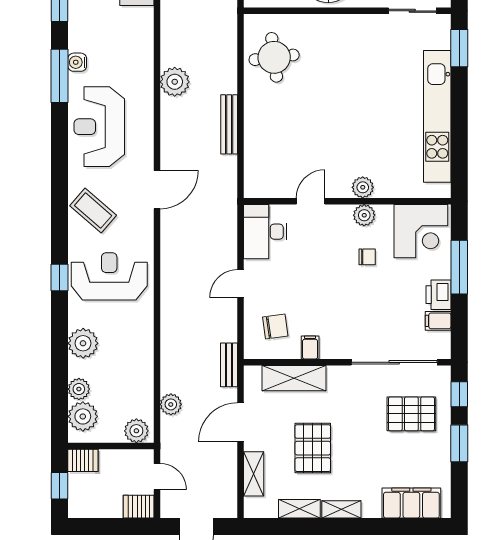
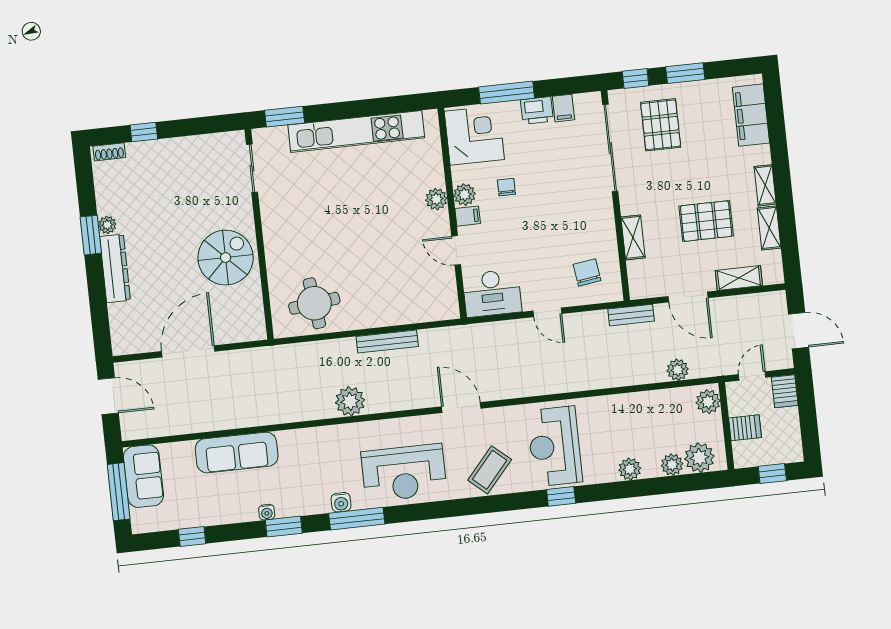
plant: (83, 343) -> (630, 469), width x0.73, depth x0.73
filing cabinet: (310, 347) -> (468, 216), moved, turned 180
shelving: (294, 378) -> (633, 237), width x0.67, depth x0.75
server rack: (83, 460) -> (745, 428), moved, turned 90

